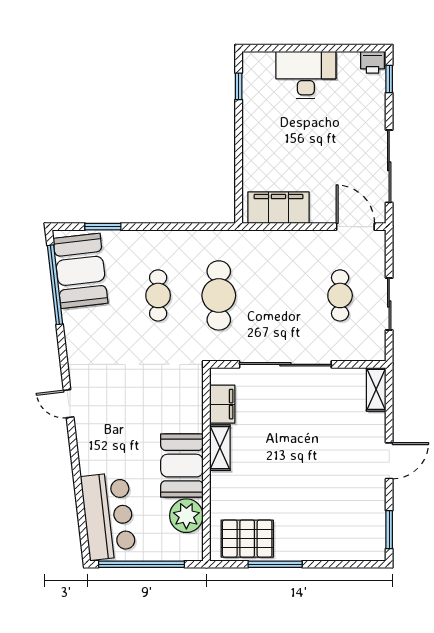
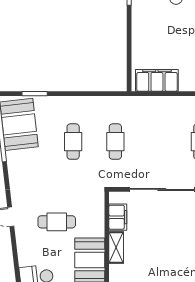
cafe table: (219, 295) -> (115, 142), width x0.73, depth x0.74
cafe table: (135, 411) -> (57, 222), added

